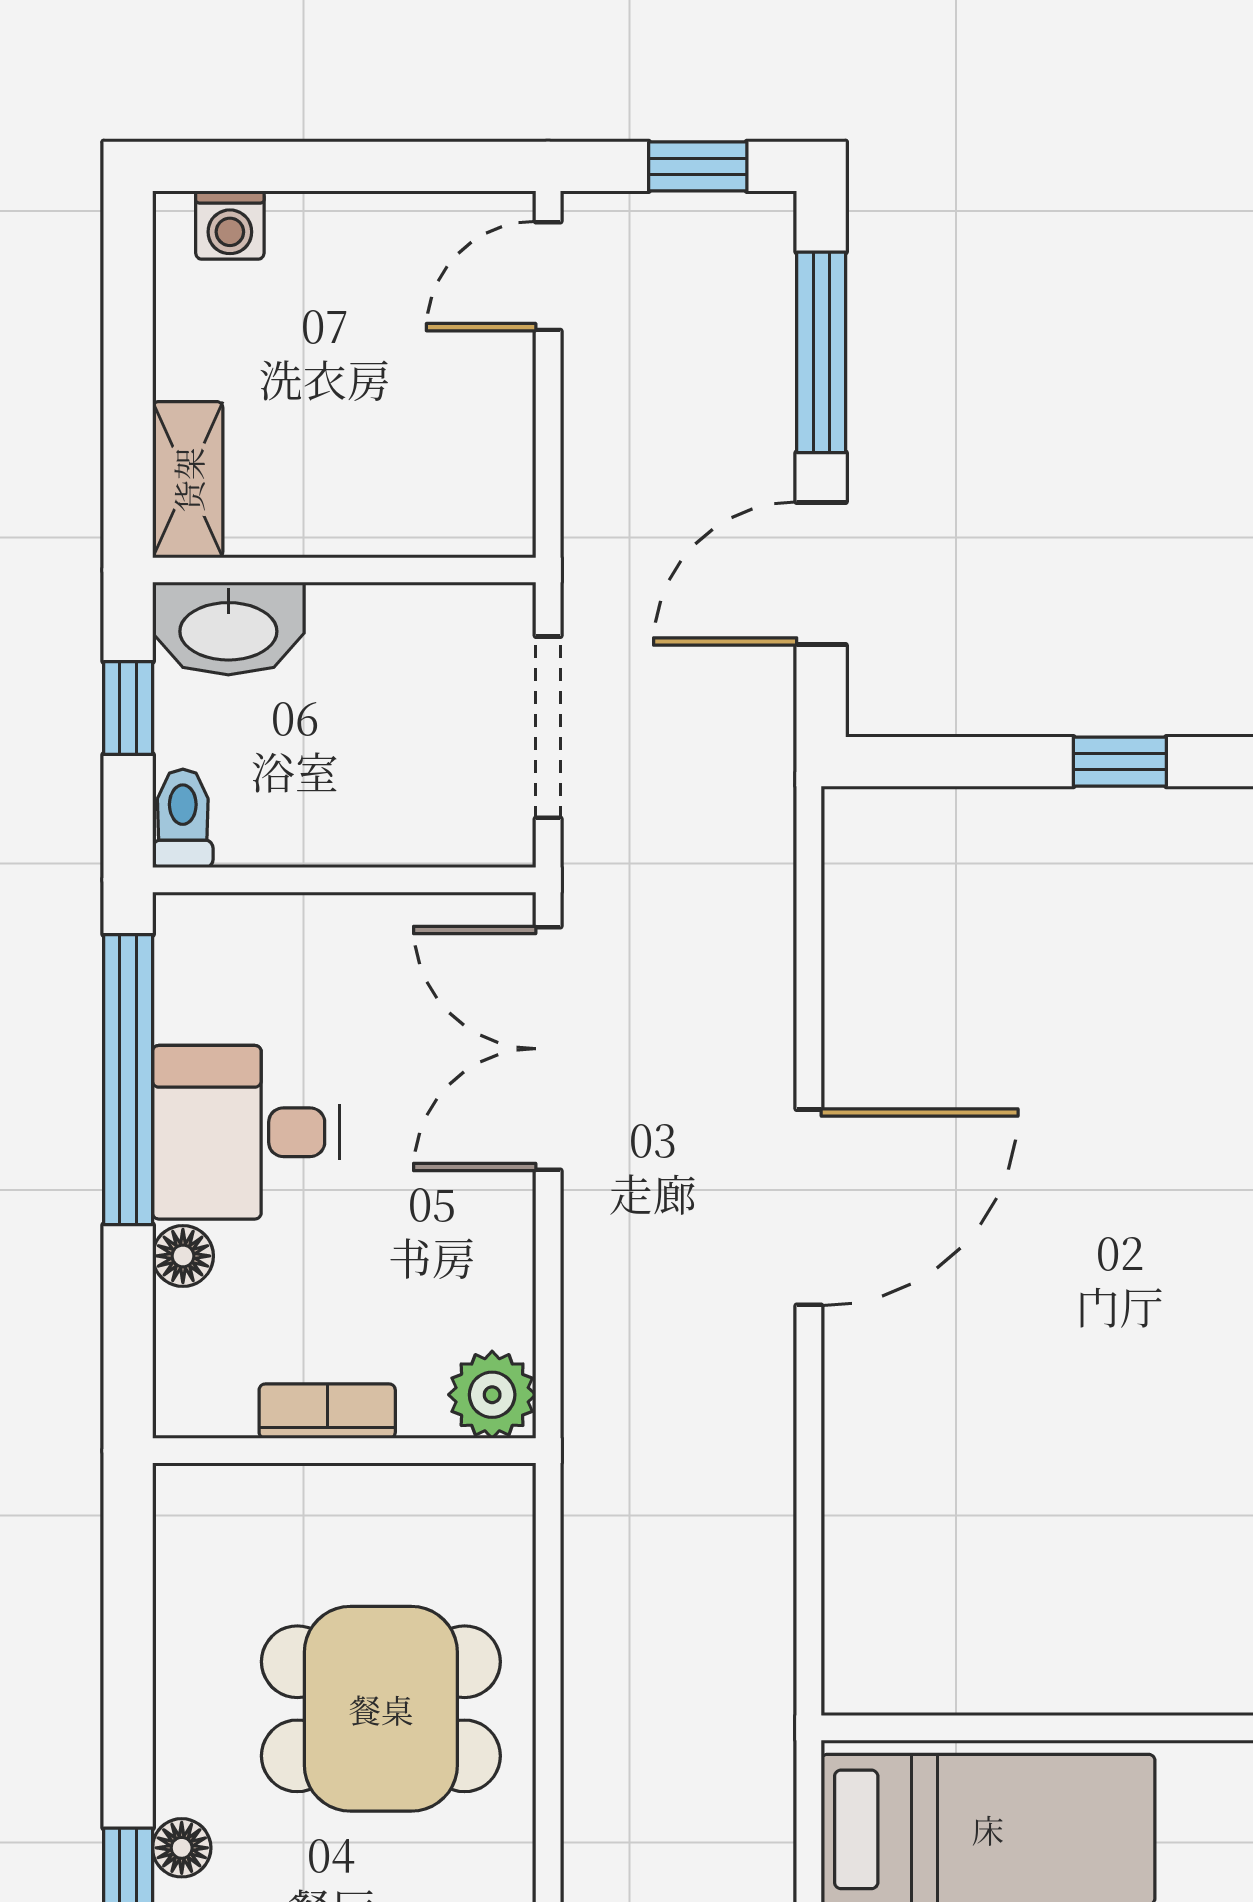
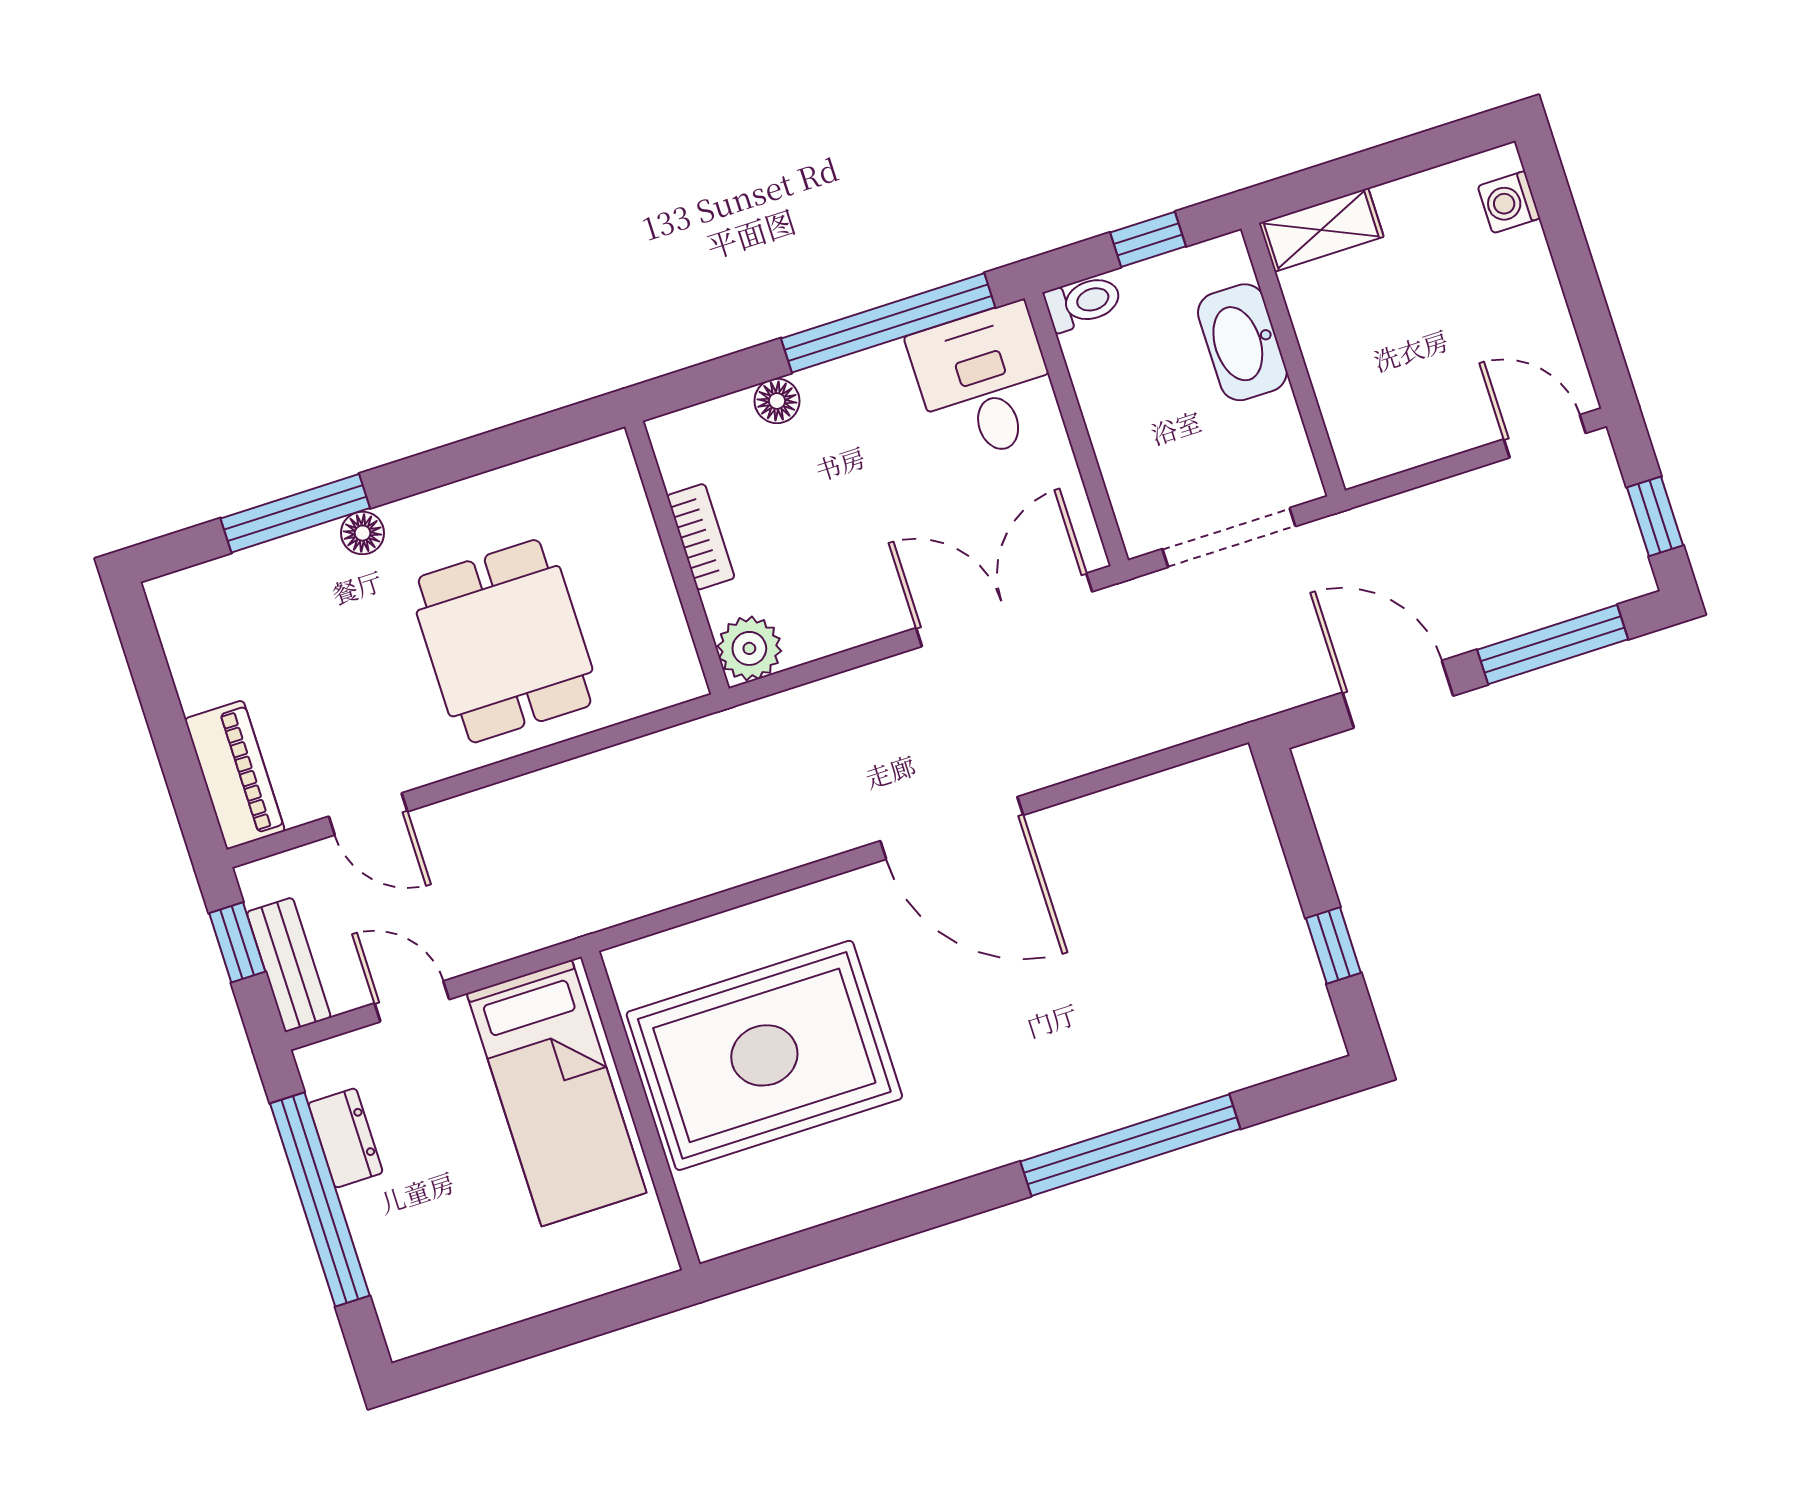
washbasin: (228, 629) -> (1242, 342), moved
desk: (246, 1132) -> (985, 383), moved
rug: (1026, 1545) -> (764, 1055), added

